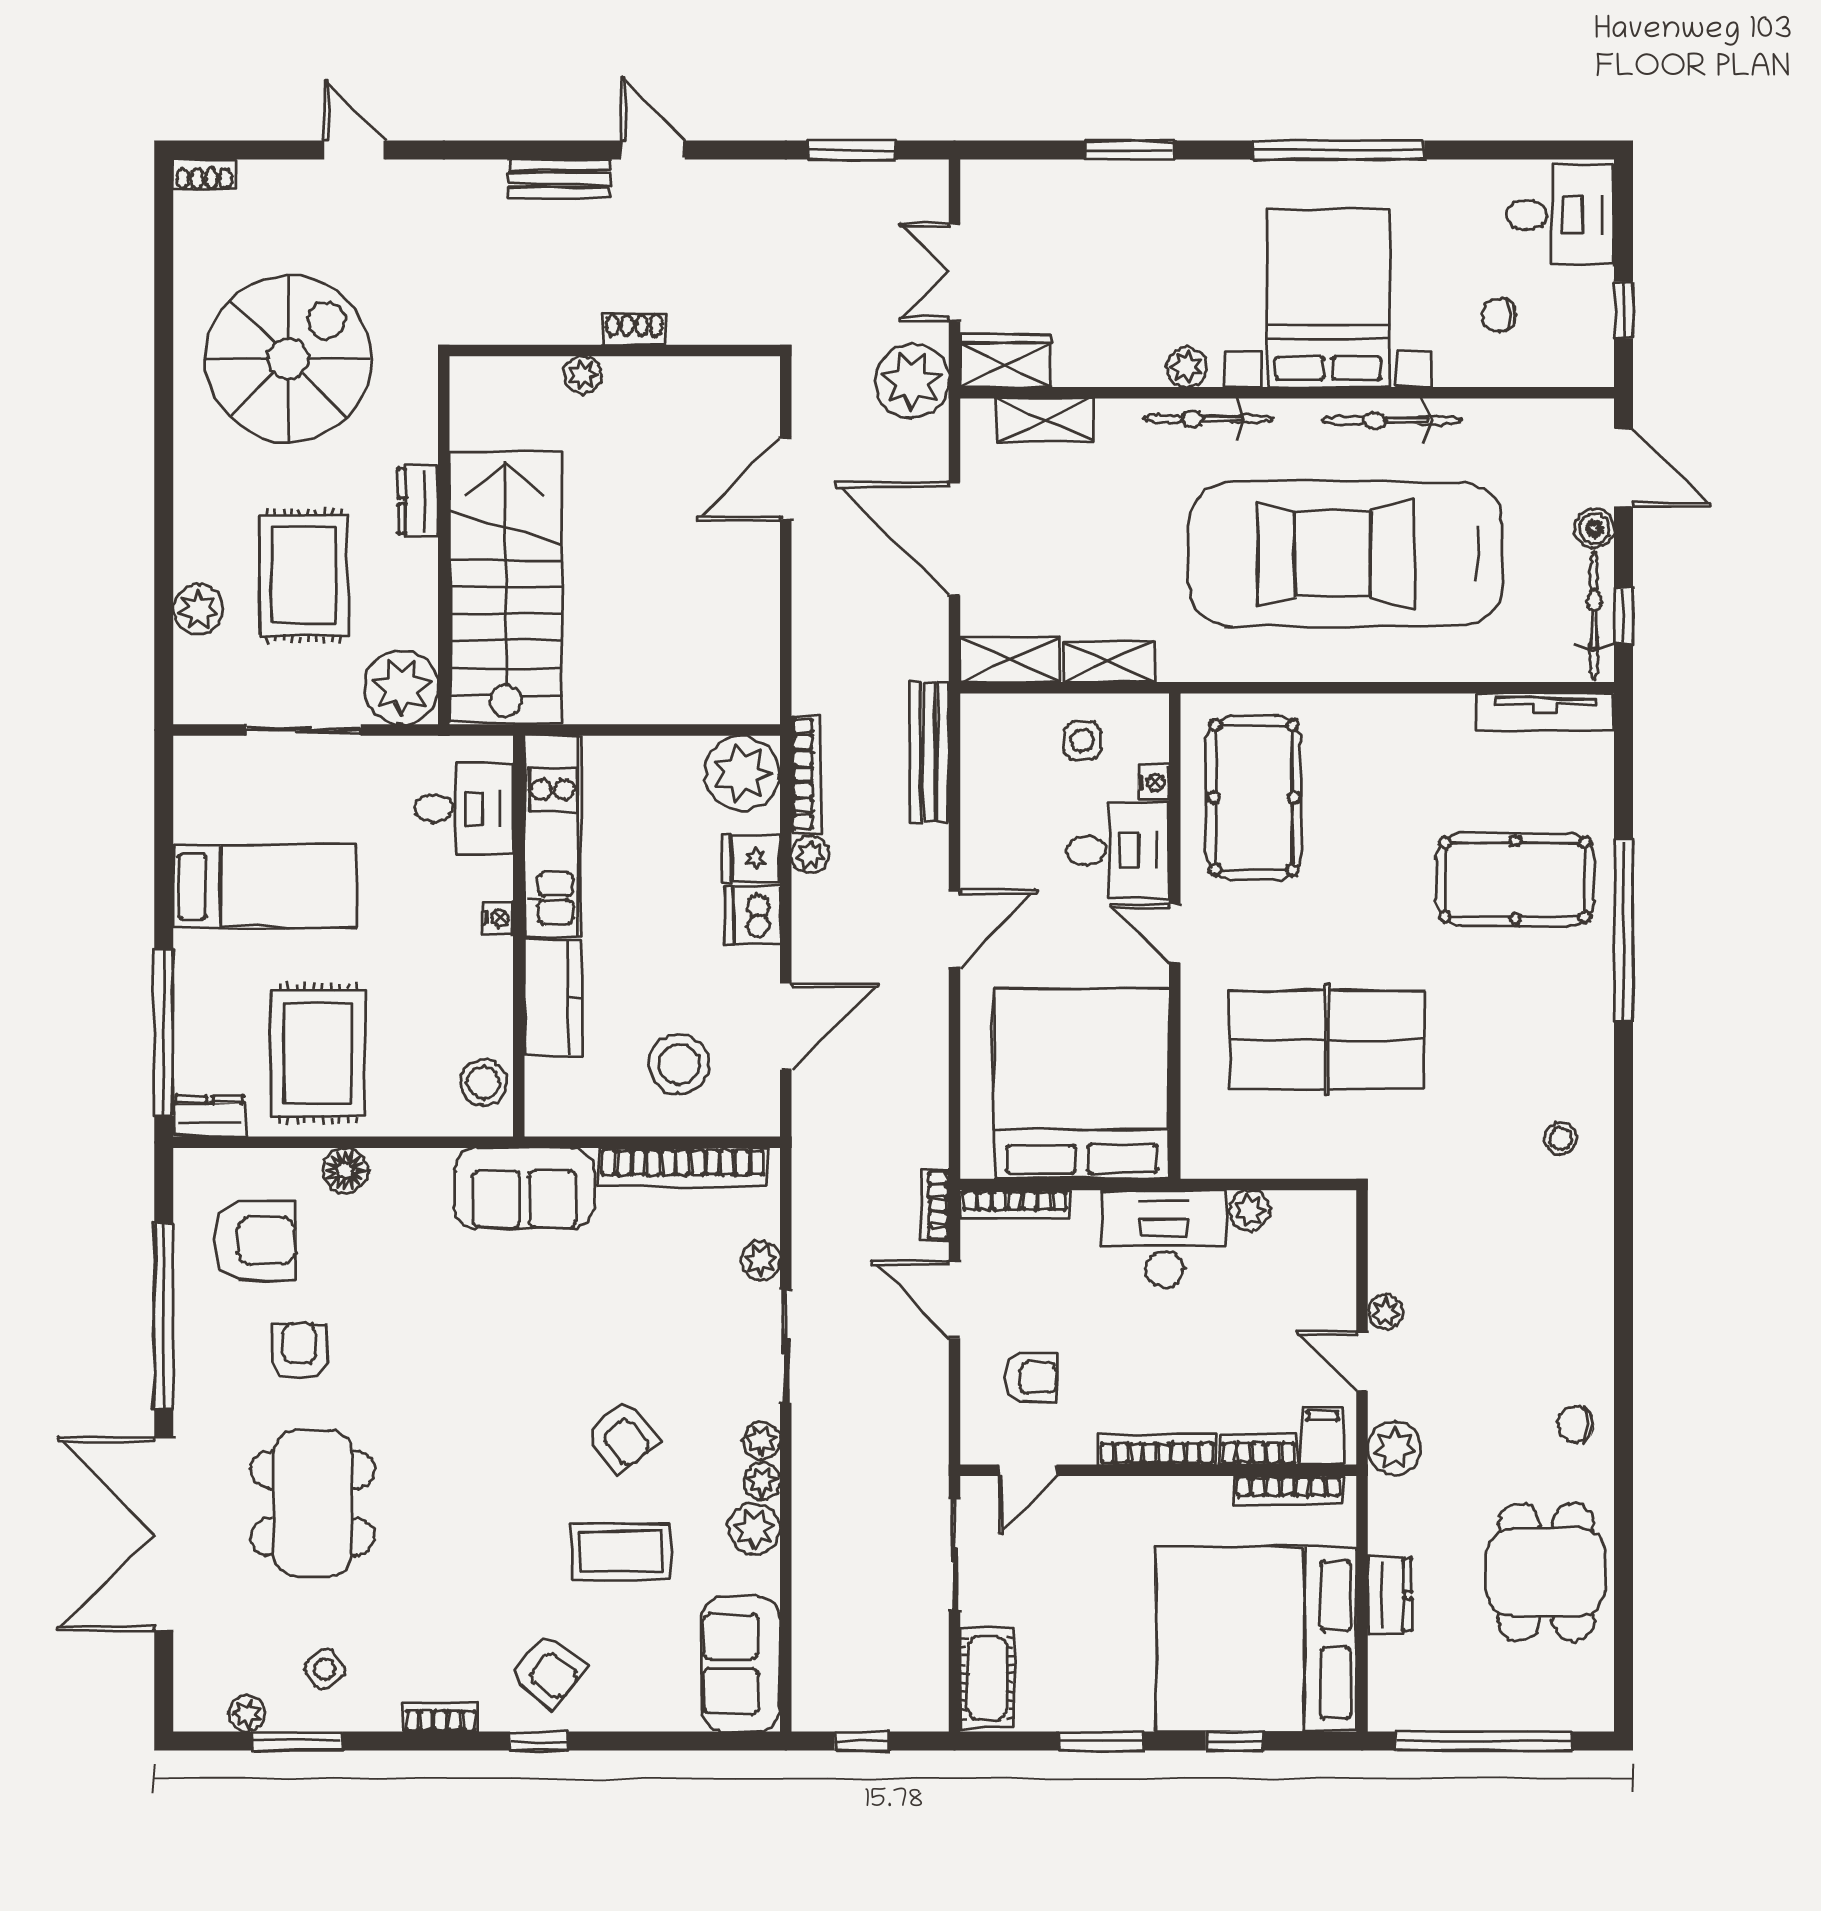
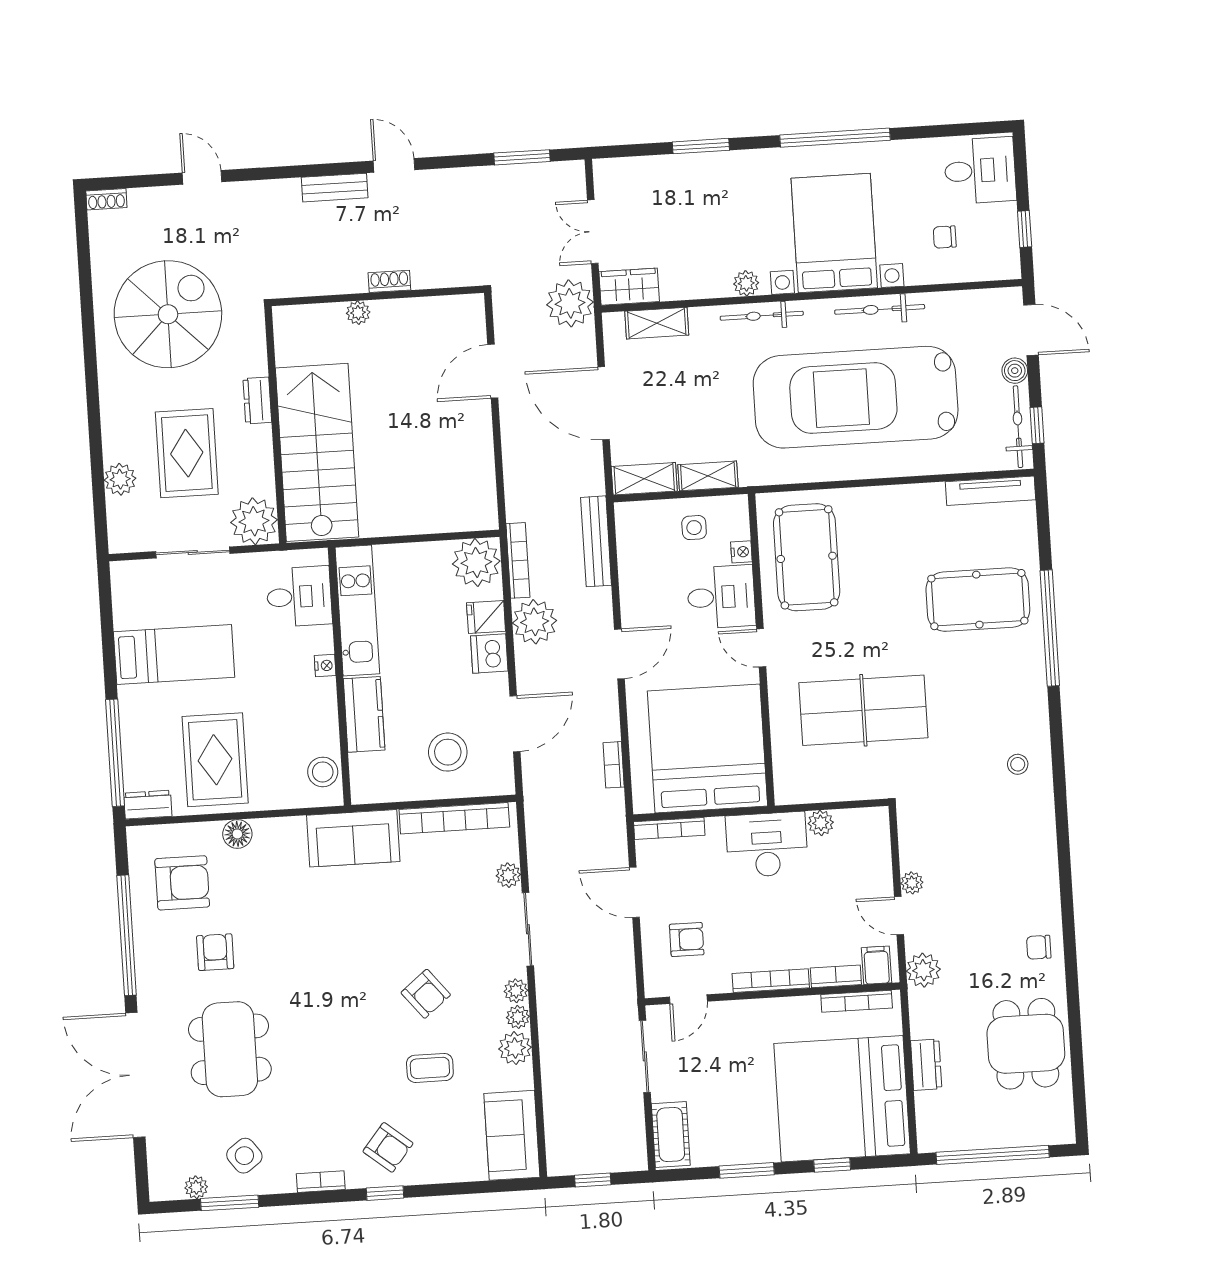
plant: (810, 855) -> (535, 622), width x1.88, depth x1.88
bookcase: (935, 1205) -> (614, 765), moved
coffee table: (621, 1552) -> (430, 1068), width x0.73, depth x0.77
side table: (325, 1669) -> (244, 1156), width x1.37, depth x1.37

